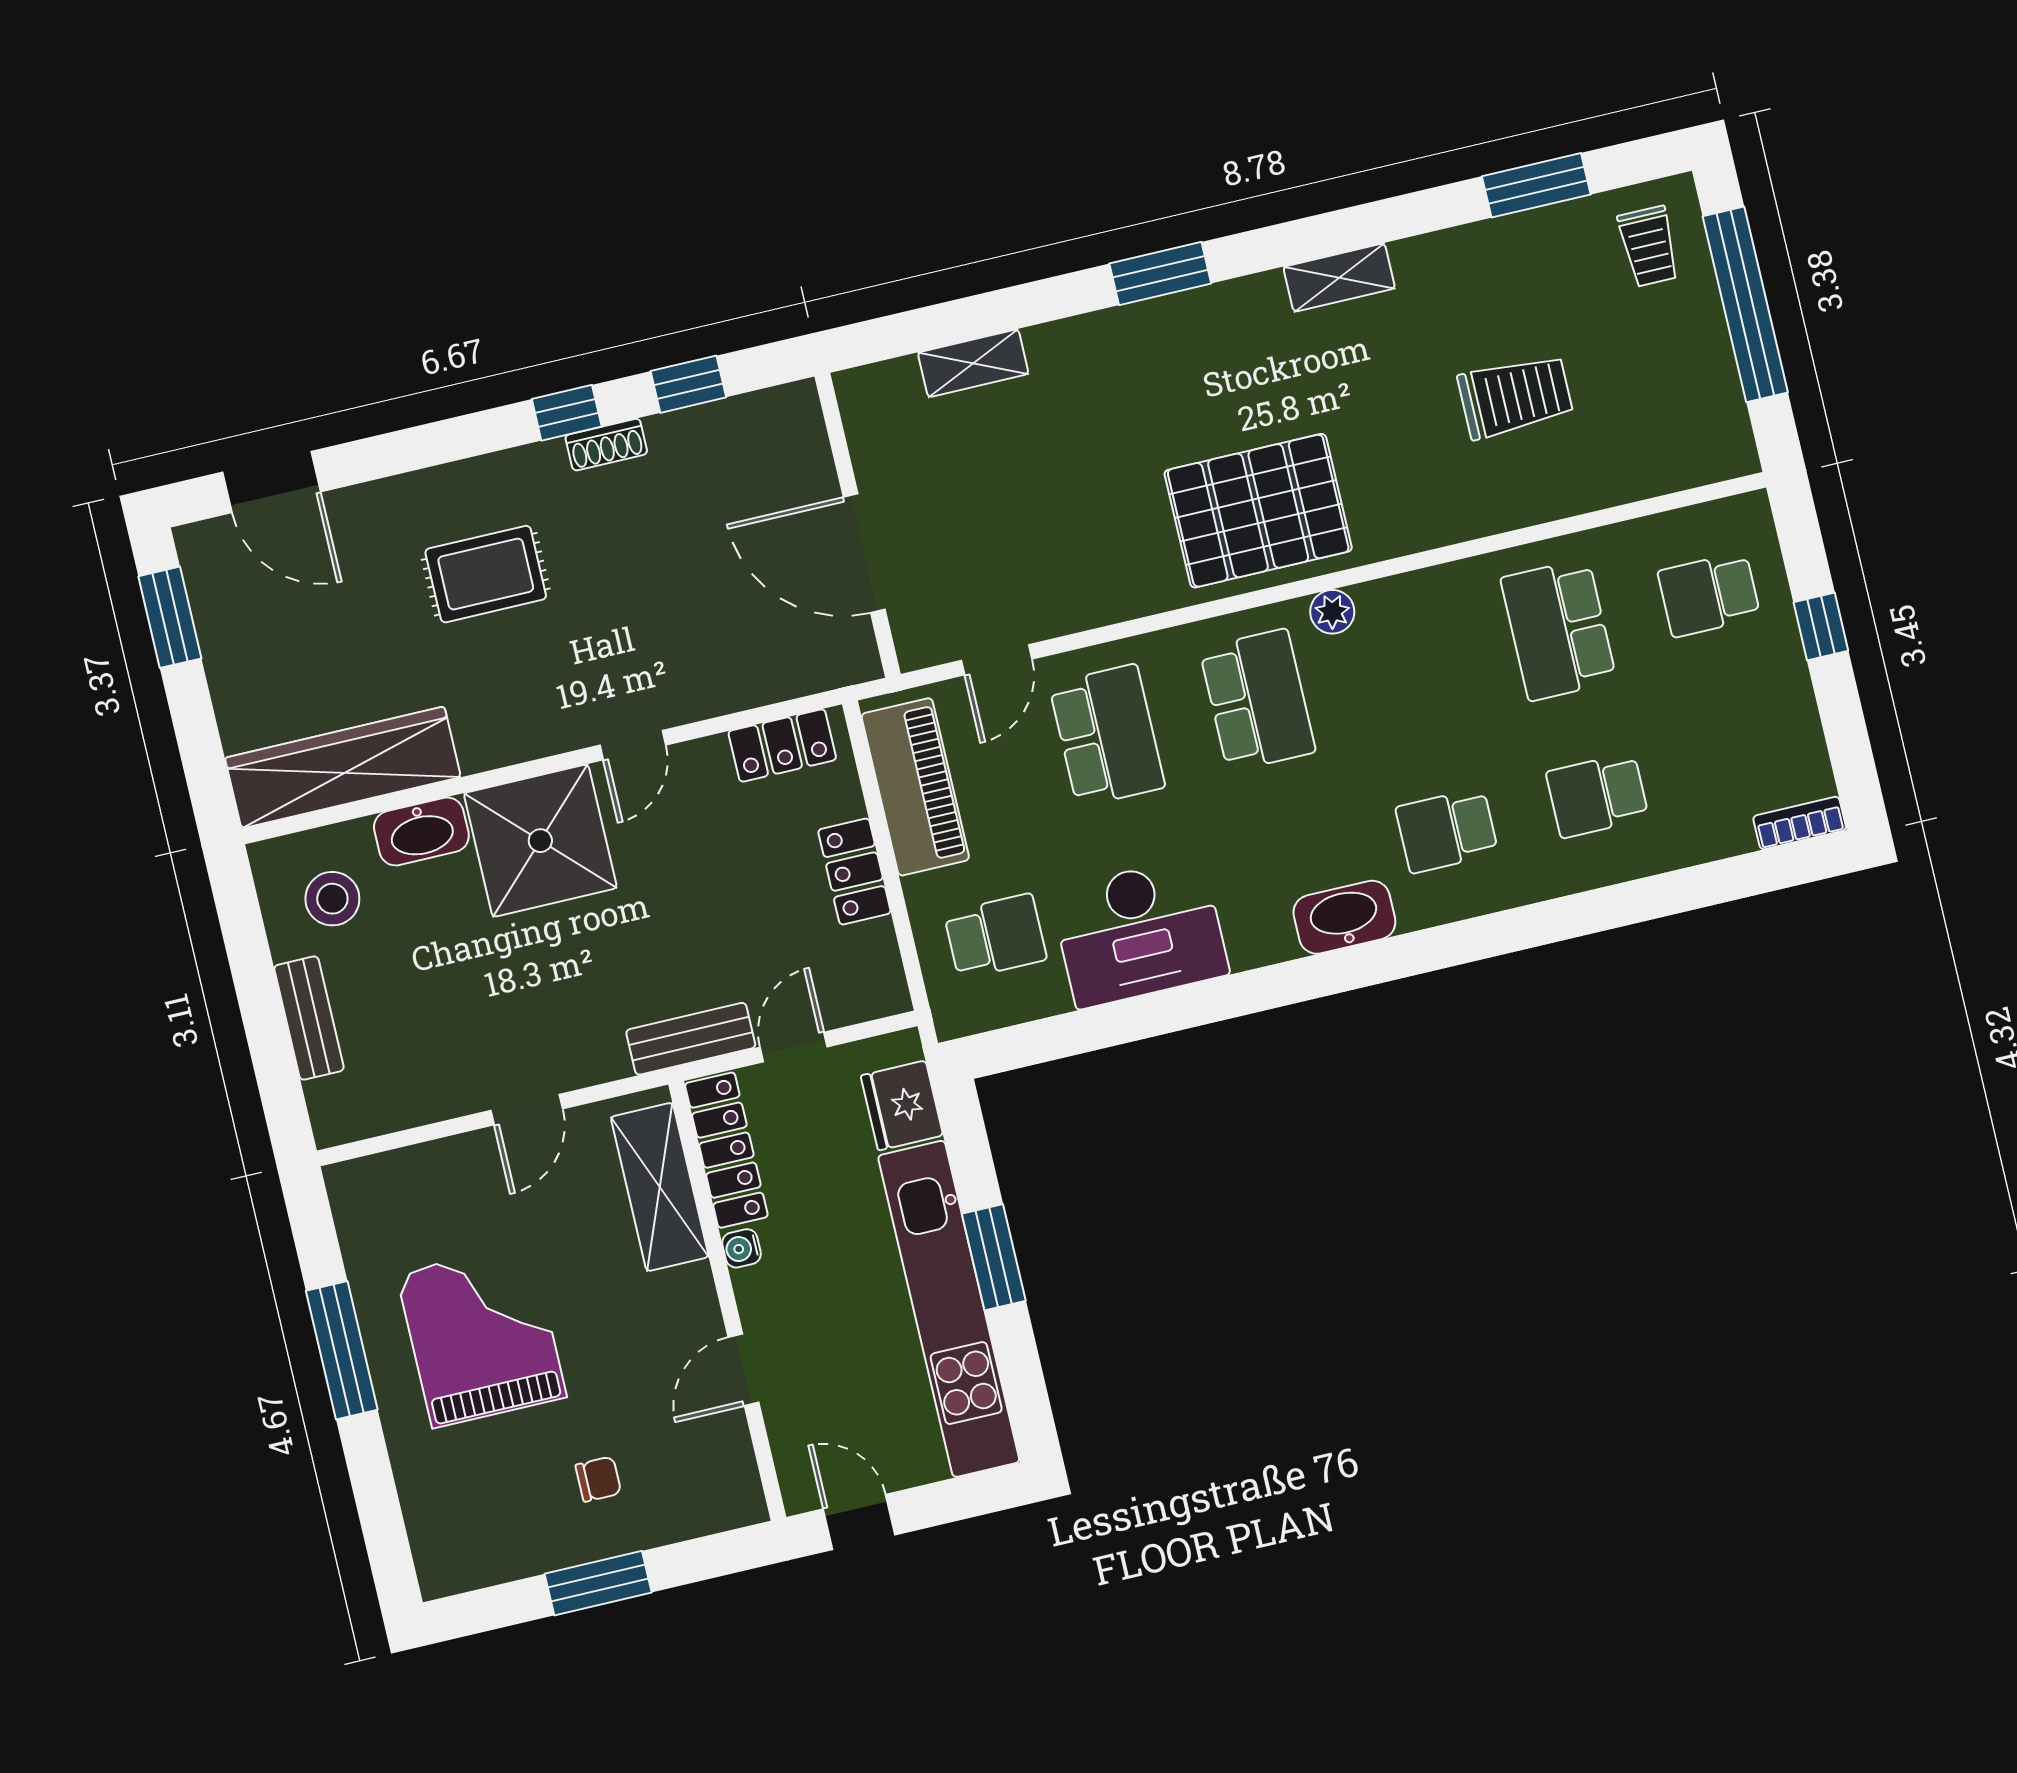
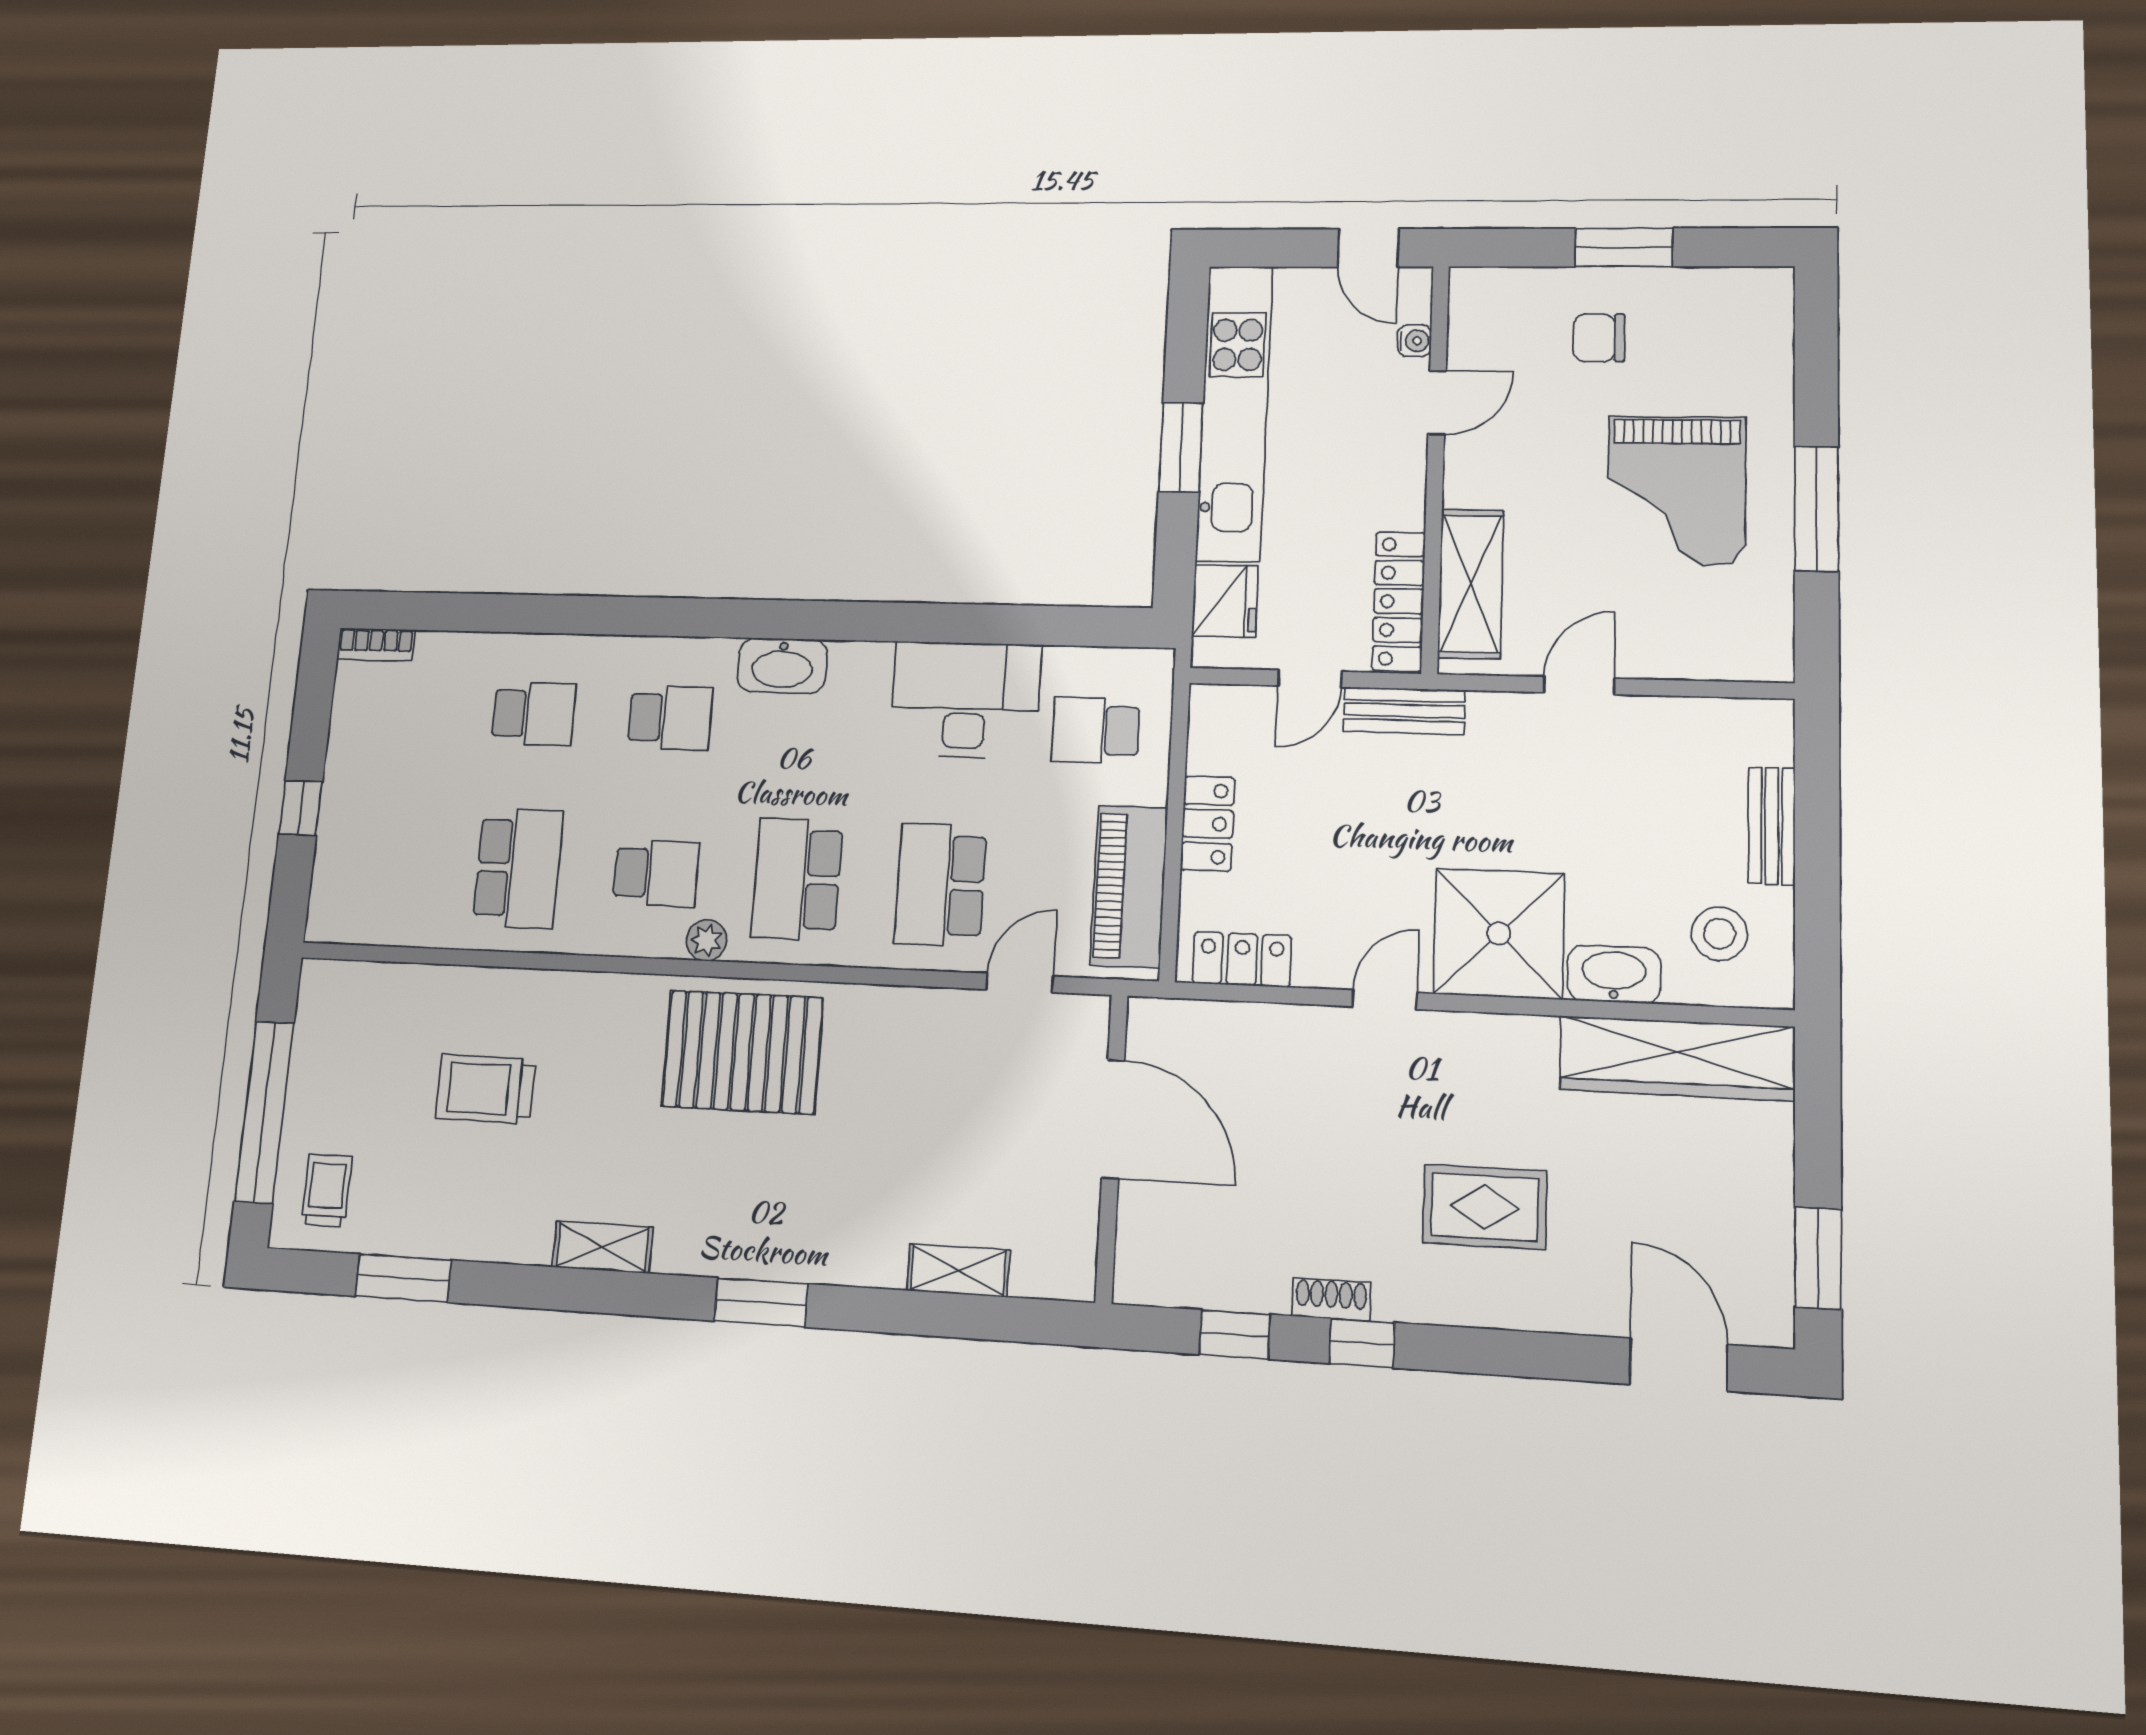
school desk: (1709, 594) -> (656, 873), moved
water cooler: (742, 1248) -> (1414, 341), moved
chair: (598, 1479) -> (1599, 338), width x1.37, depth x1.37

